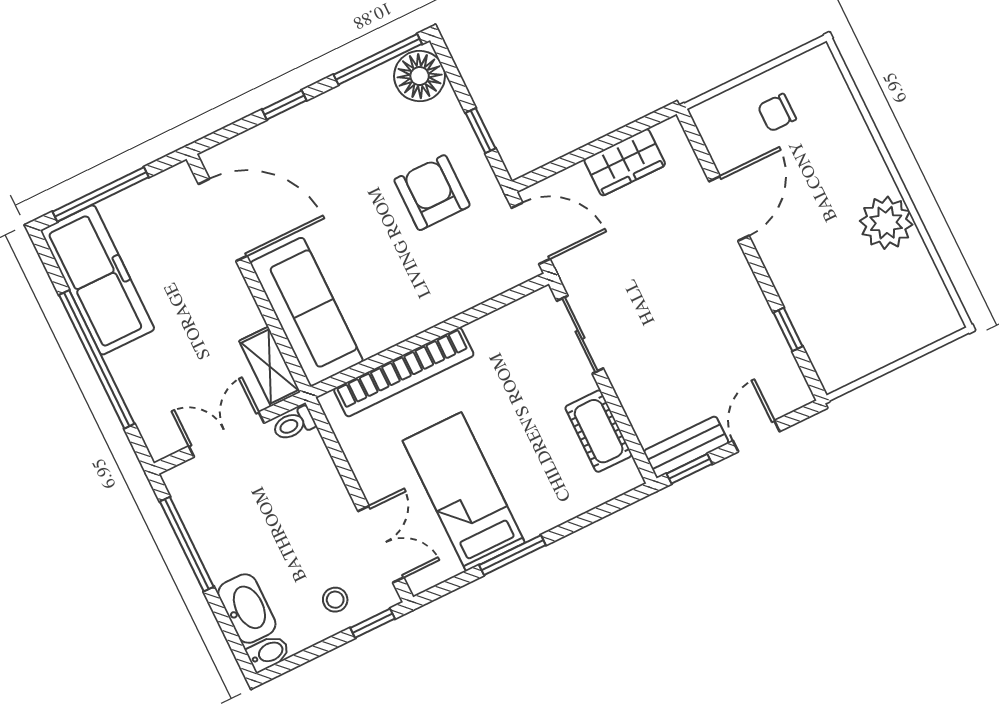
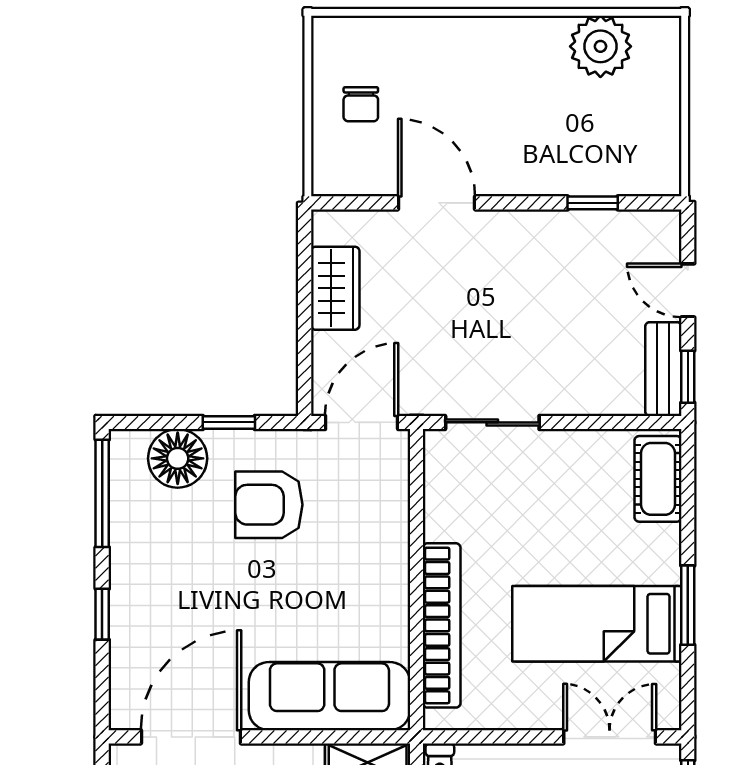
floor lamp: (420, 76) -> (178, 458), moved
plant: (886, 223) -> (600, 46), moved
cot: (599, 431) -> (658, 479), moved, turned 90

